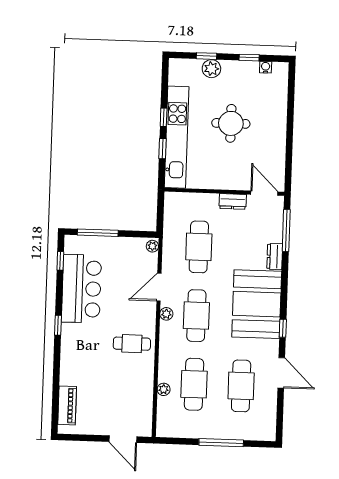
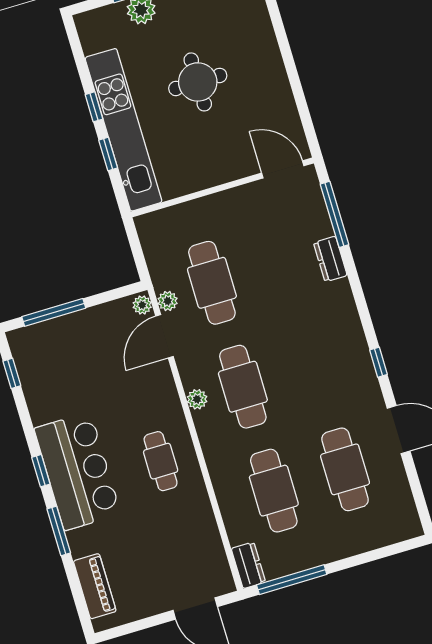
dresser: (233, 201) -> (248, 565), moved, turned -90
door: (159, 287) -> (165, 336), moved
bar counter: (81, 289) -> (77, 471), moved
booth: (257, 304) -> (327, 339), removed
cafe table: (132, 344) -> (161, 461), turned 90
window: (57, 365) -> (59, 531), added
plant: (164, 389) -> (168, 301), moved
window: (221, 443) -> (292, 580), moved

